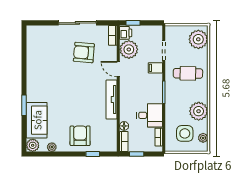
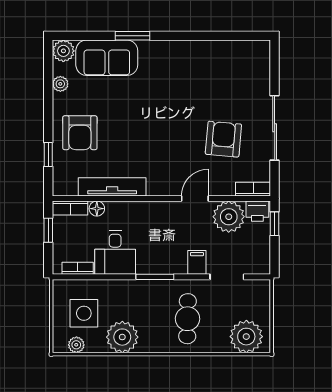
tv unit: (111, 100) -> (112, 187), moved
armchair: (80, 136) -> (80, 133), turned 90

